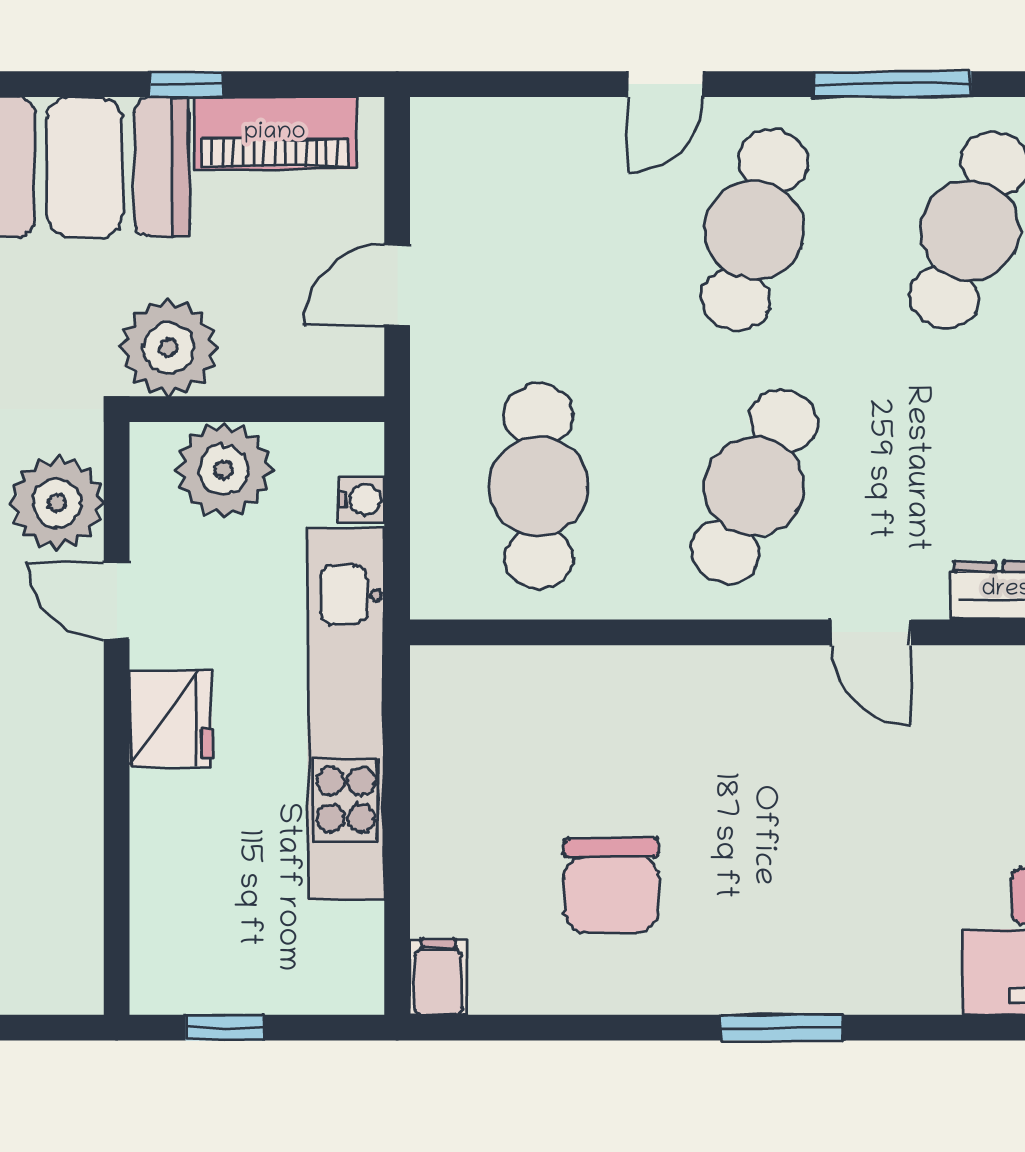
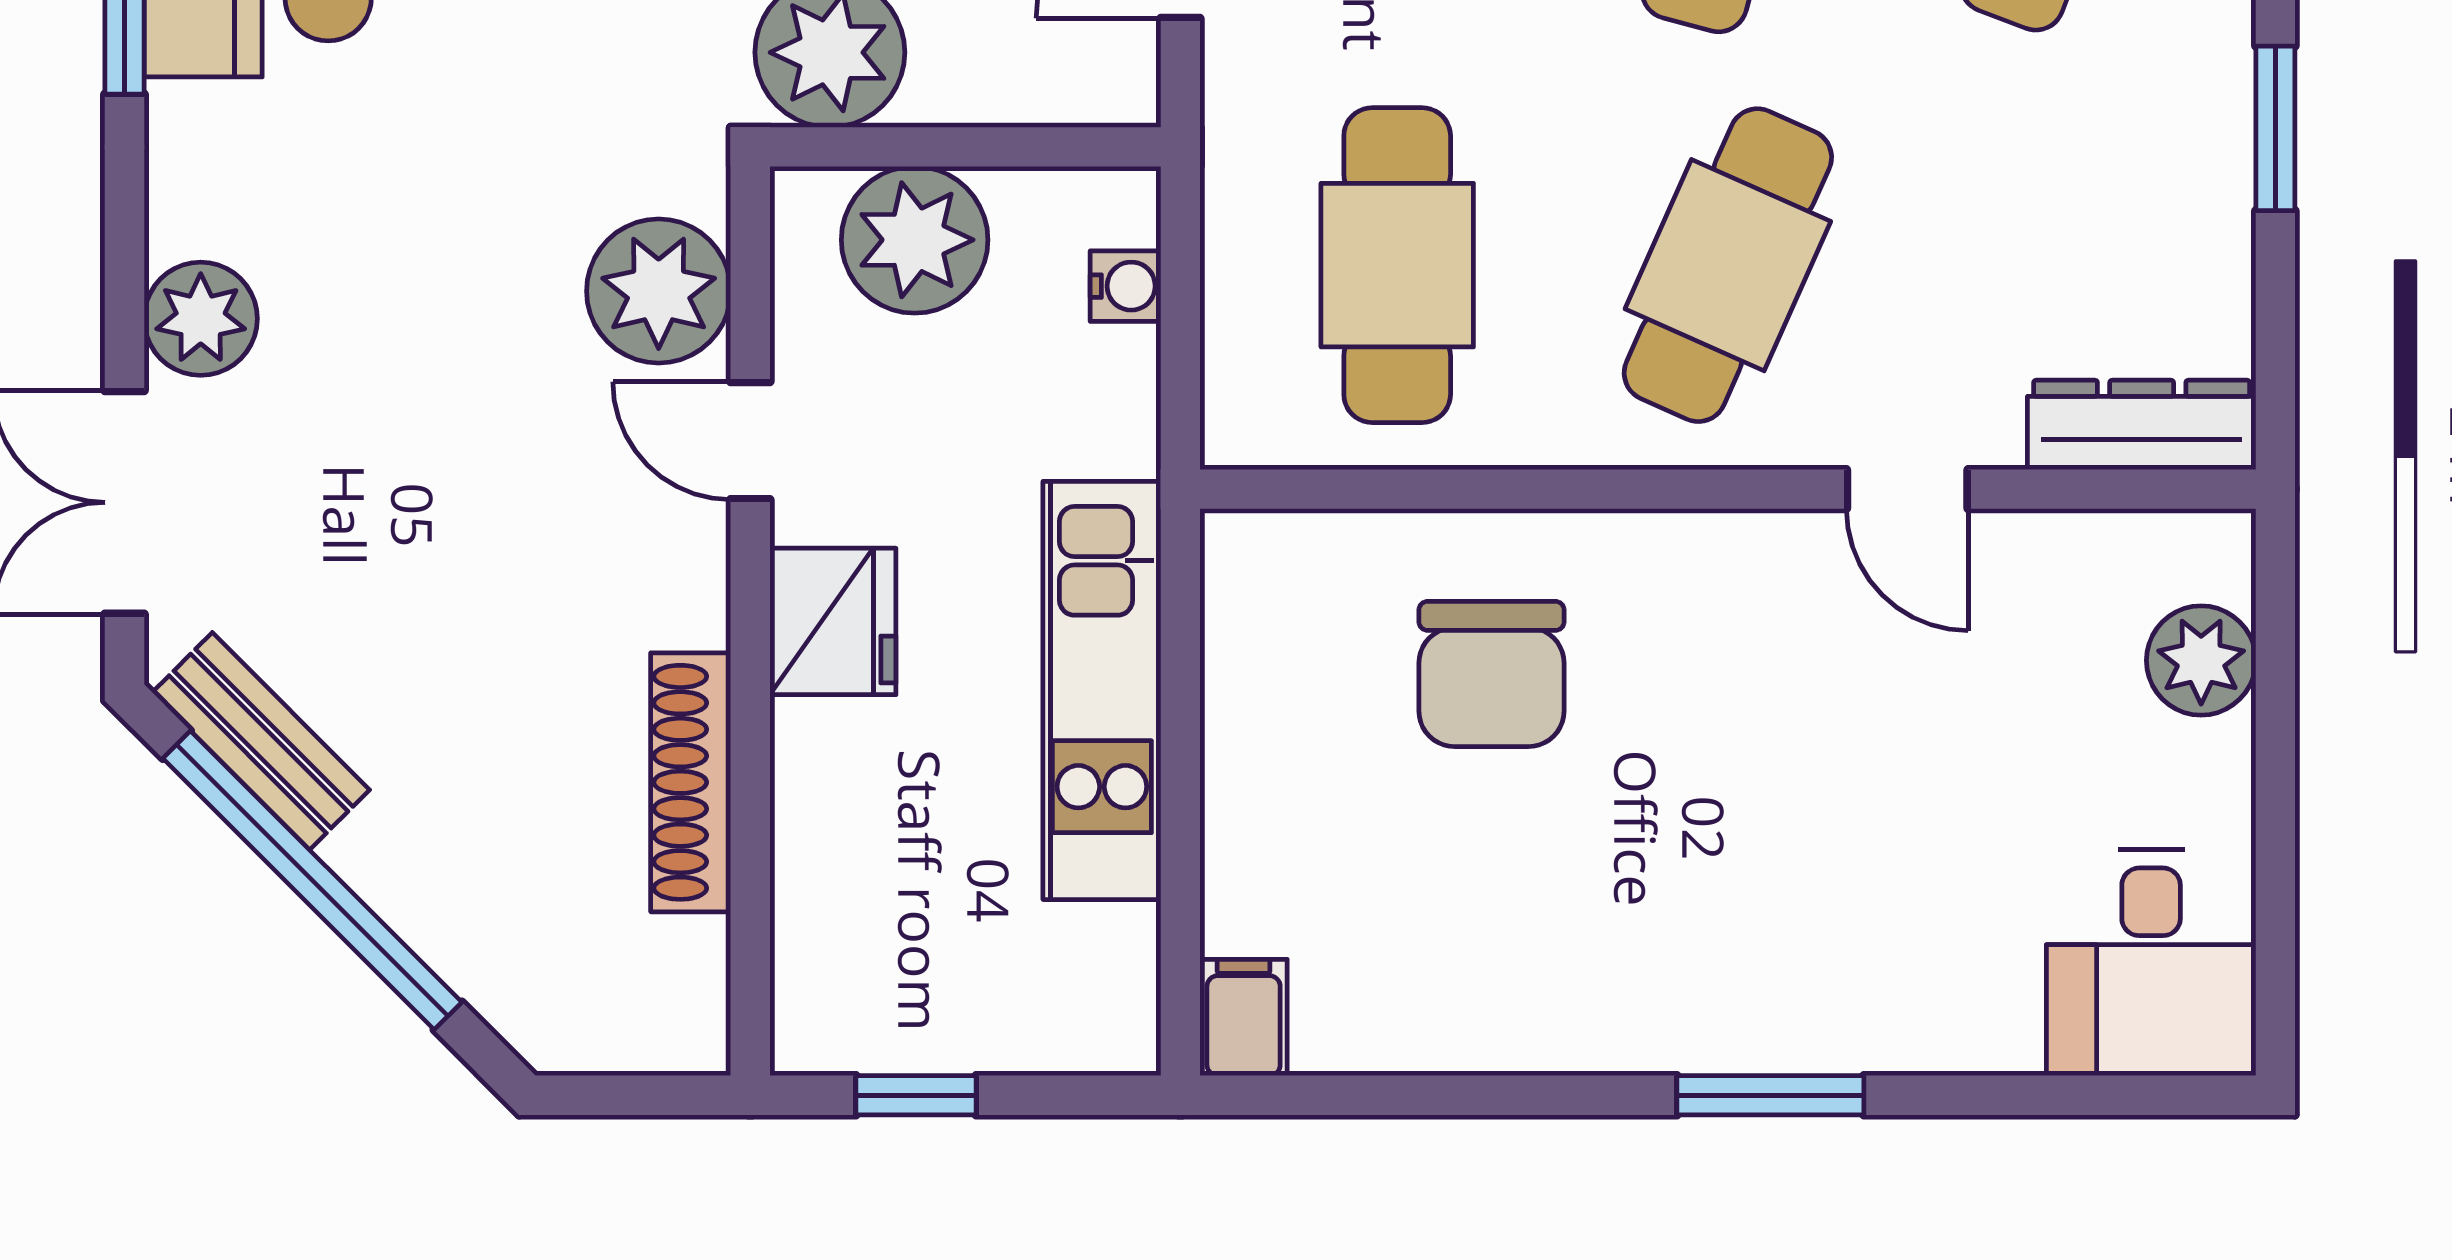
kitchen unit: (346, 714) -> (1102, 690), width x0.73
shoe rack: (78, 824) -> (691, 782), added
chair: (611, 886) -> (1491, 674), moved

